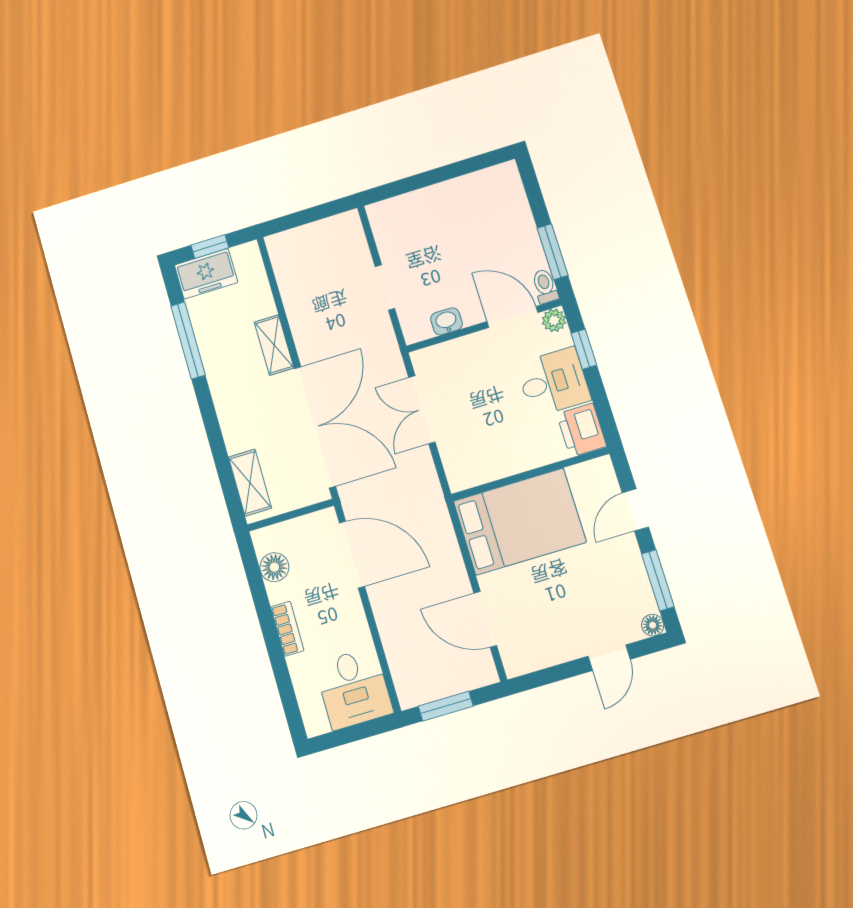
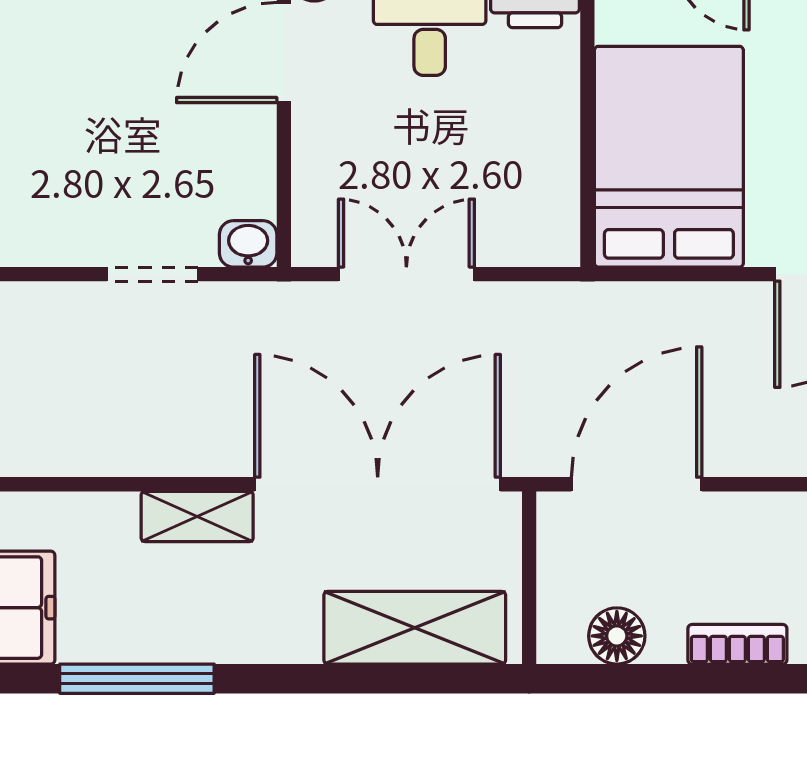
washbasin: (446, 321) -> (248, 244), moved, turned 90
double door: (422, 410) -> (406, 274), swing flipped
shelving: (250, 483) -> (415, 628), width x1.50, depth x1.33

